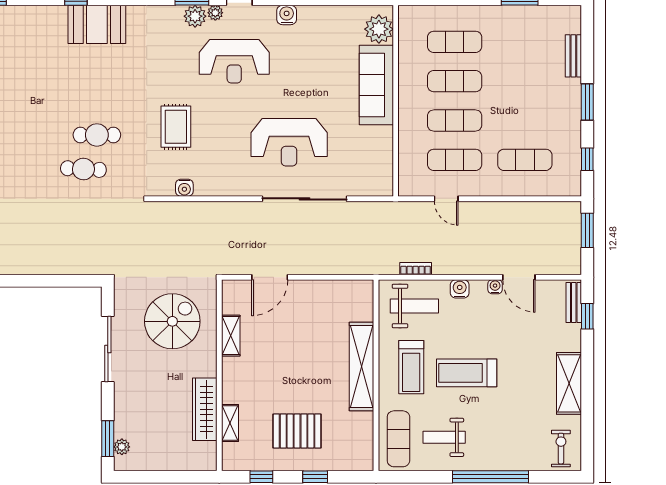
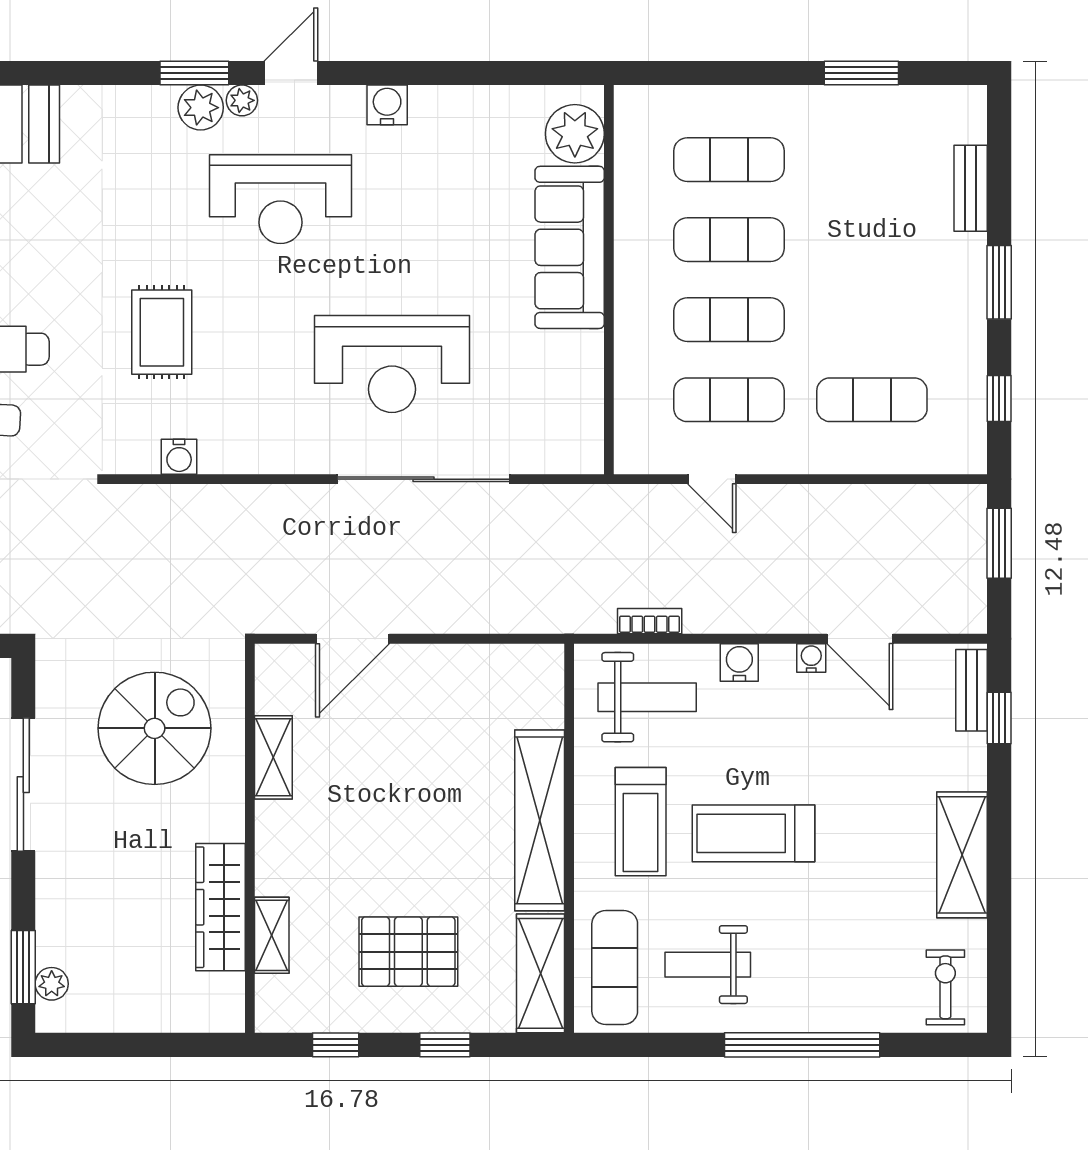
shelving: (362, 442) -> (540, 973), added

